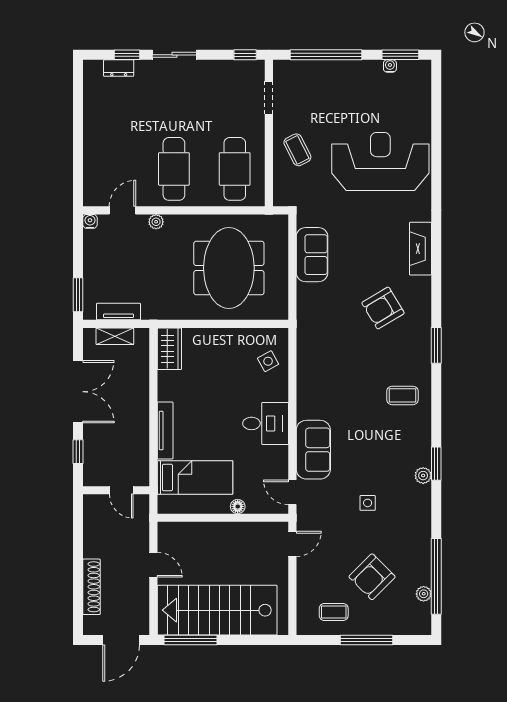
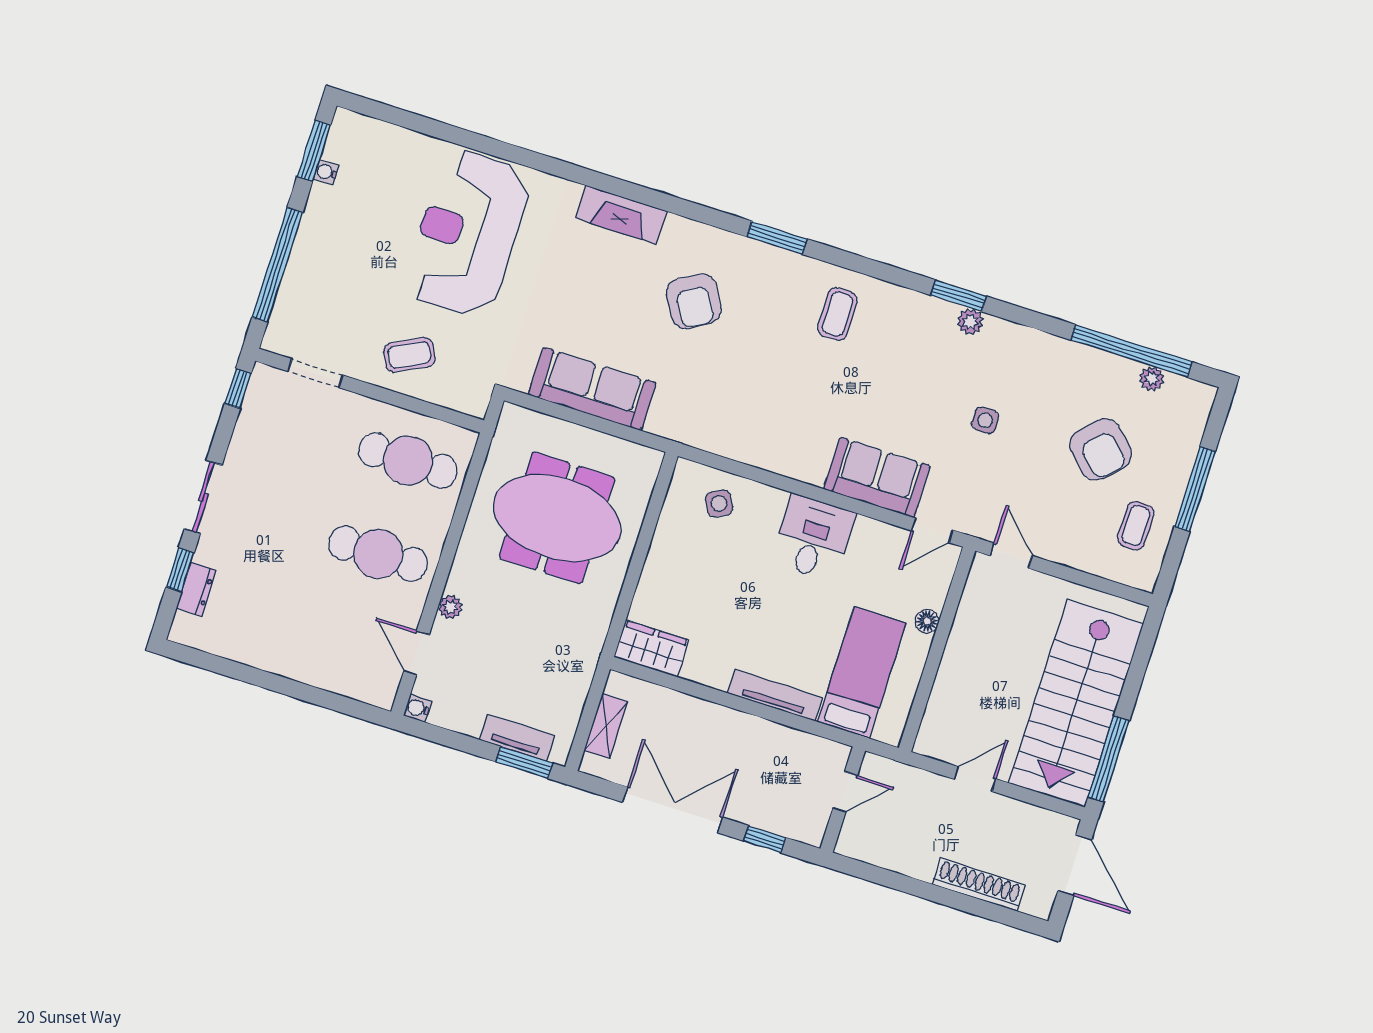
sofa: (312, 255) -> (592, 389), width x1.36
tv unit: (119, 312) -> (517, 738), moved, turned 90

